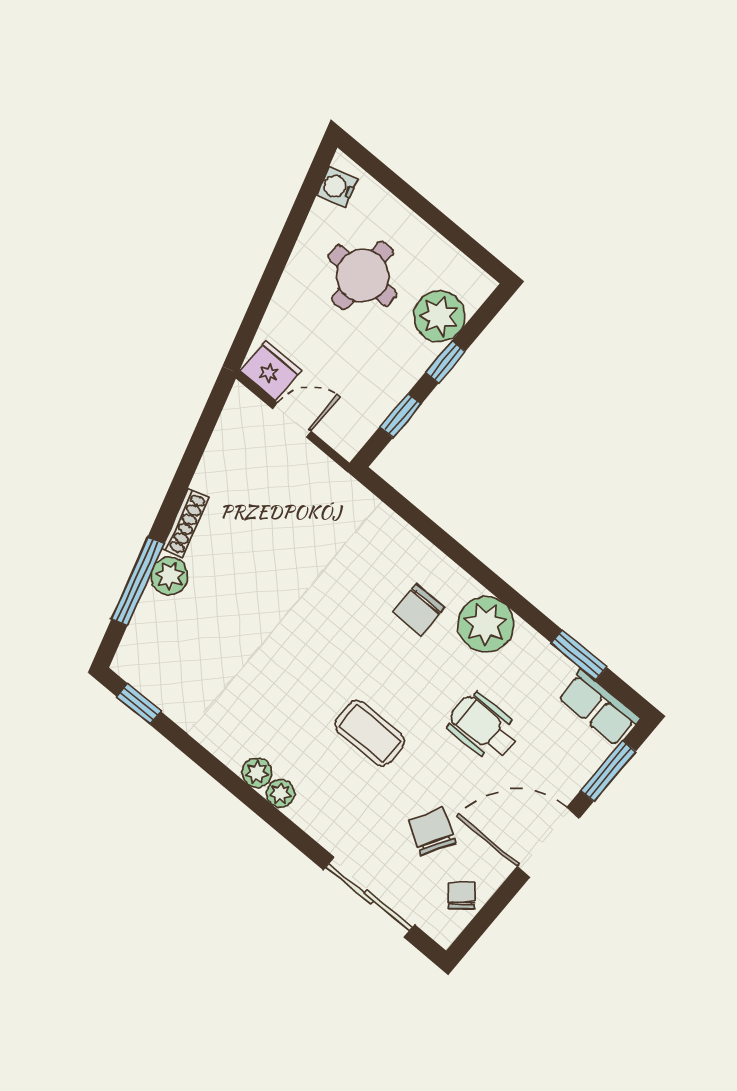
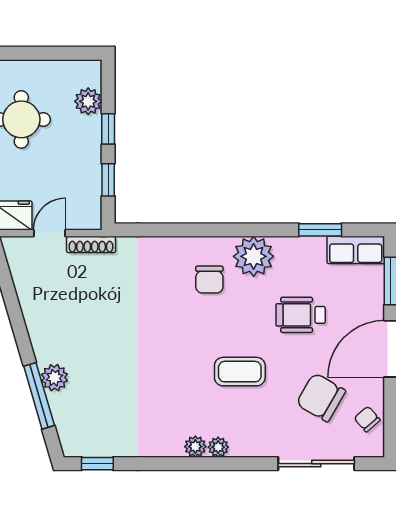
plant: (439, 316) -> (88, 101), width x0.73, depth x0.73
shoe rack: (185, 523) -> (91, 244), moved, turned 106
chair: (432, 832) -> (321, 397), width x1.37, depth x1.37

